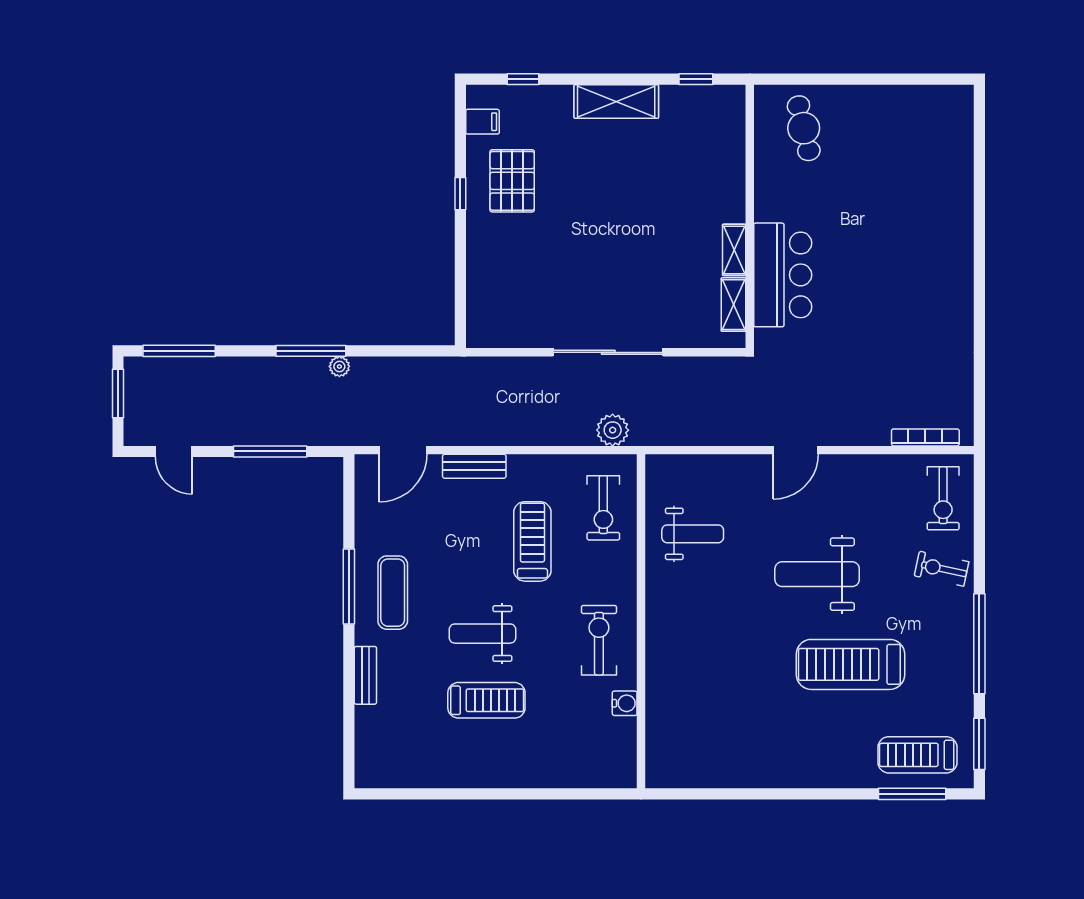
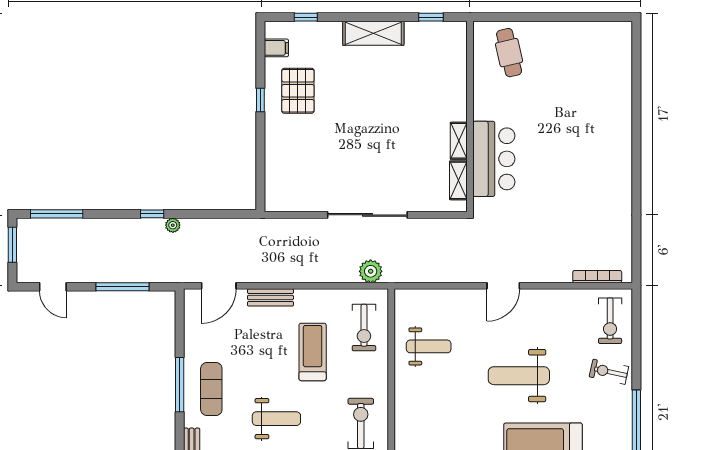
window: (311, 351) -> (152, 214), width x0.46
weight bench: (483, 634) -> (276, 419), turned 180

